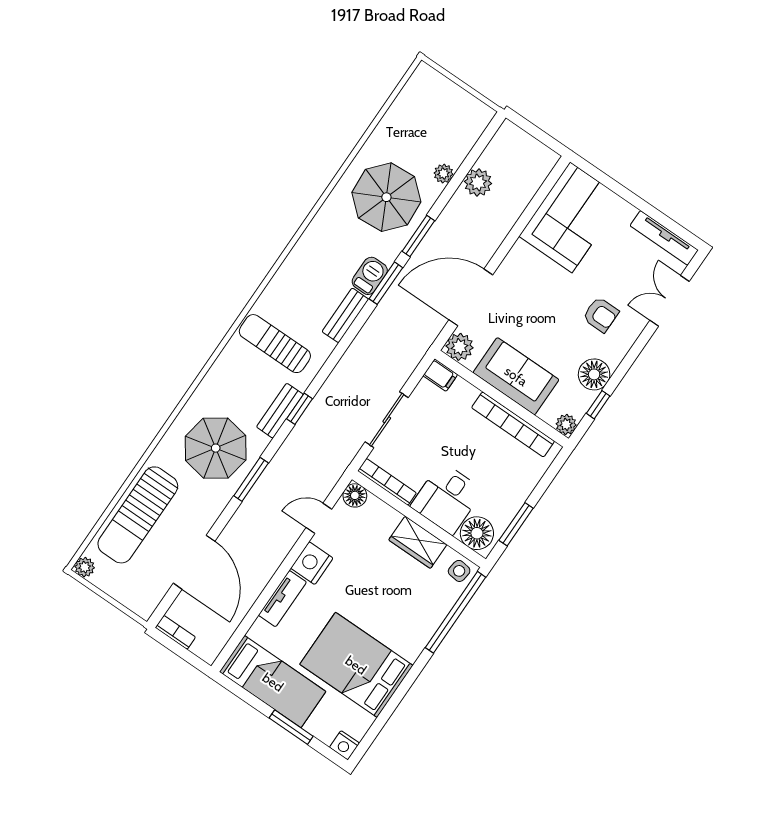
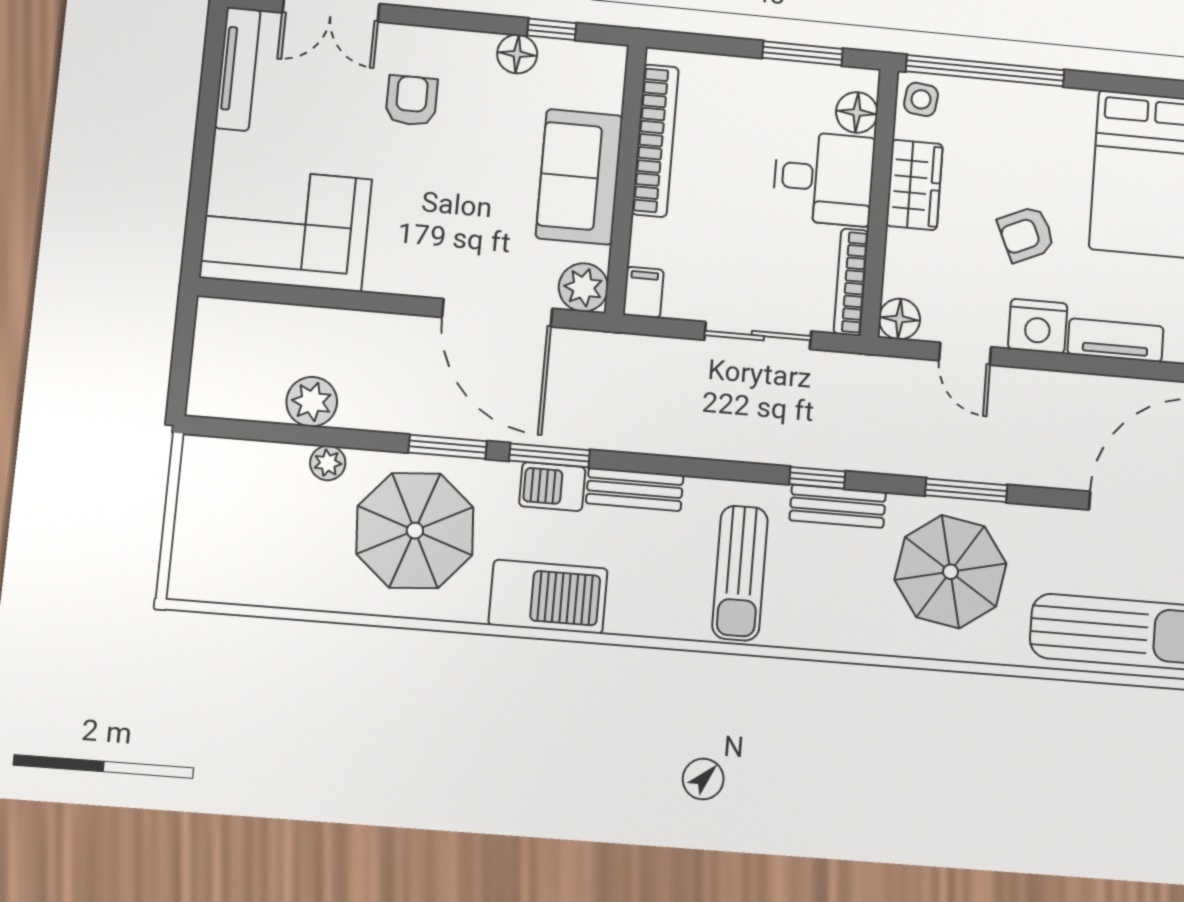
barbecue: (317, 243) -> (548, 597), added
floor lamp: (594, 374) -> (517, 54), width x0.73, depth x0.73
plant: (566, 424) -> (609, 61), removed
floor lamp: (477, 533) -> (857, 112), width x0.73, depth x0.73
armchair: (361, 585) -> (1026, 234), added

